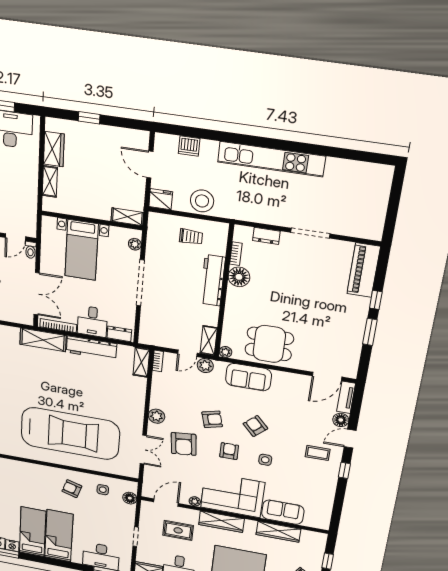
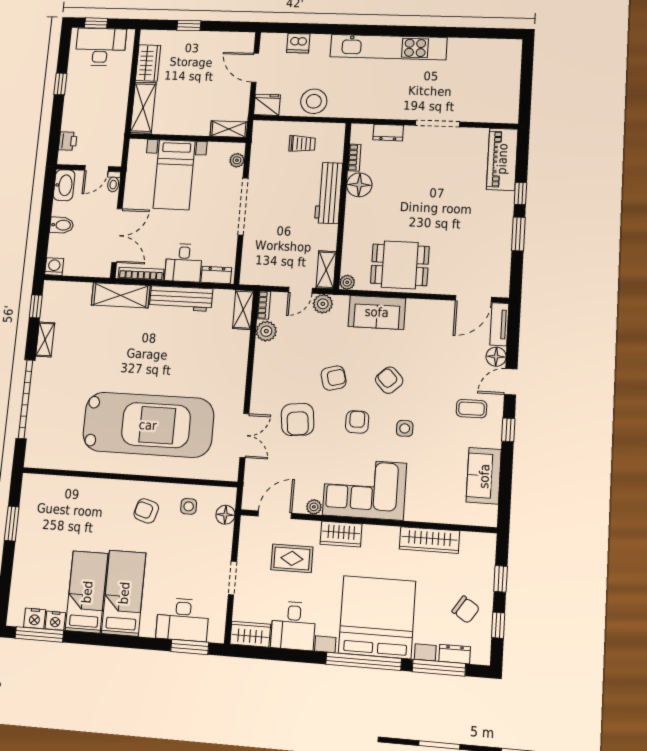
shelving: (50, 181) -> (143, 108), width x1.50, depth x1.33
plant: (157, 416) -> (266, 331), moved
sofa: (283, 512) -> (484, 476), moved, turned -90
wardrobe: (221, 522) -> (341, 534), width x0.67

